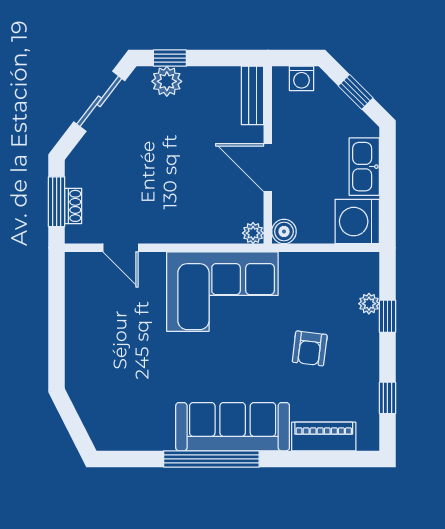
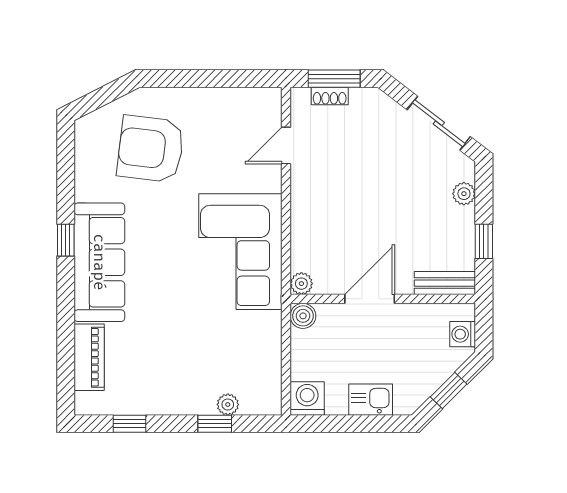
window: (170, 58) -> (484, 241), moved
plant: (167, 81) -> (464, 194), width x0.73, depth x0.73
kitchen sink: (364, 167) -> (371, 400), width x0.73
washing machine: (357, 222) -> (307, 398), width x0.73, depth x0.73
armchair: (310, 348) -> (151, 149), moved, width x1.88, depth x1.88
window: (211, 459) -> (66, 240), width x0.32

